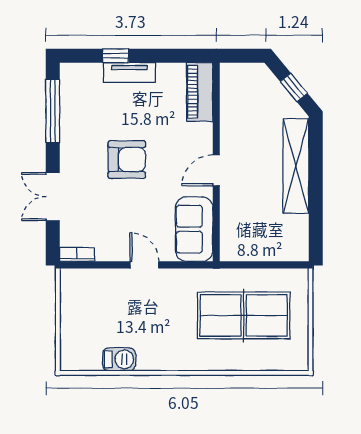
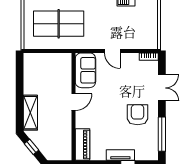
armchair: (127, 160) -> (138, 115), moved, turned 90
shelving: (296, 166) -> (30, 113), width x0.68

